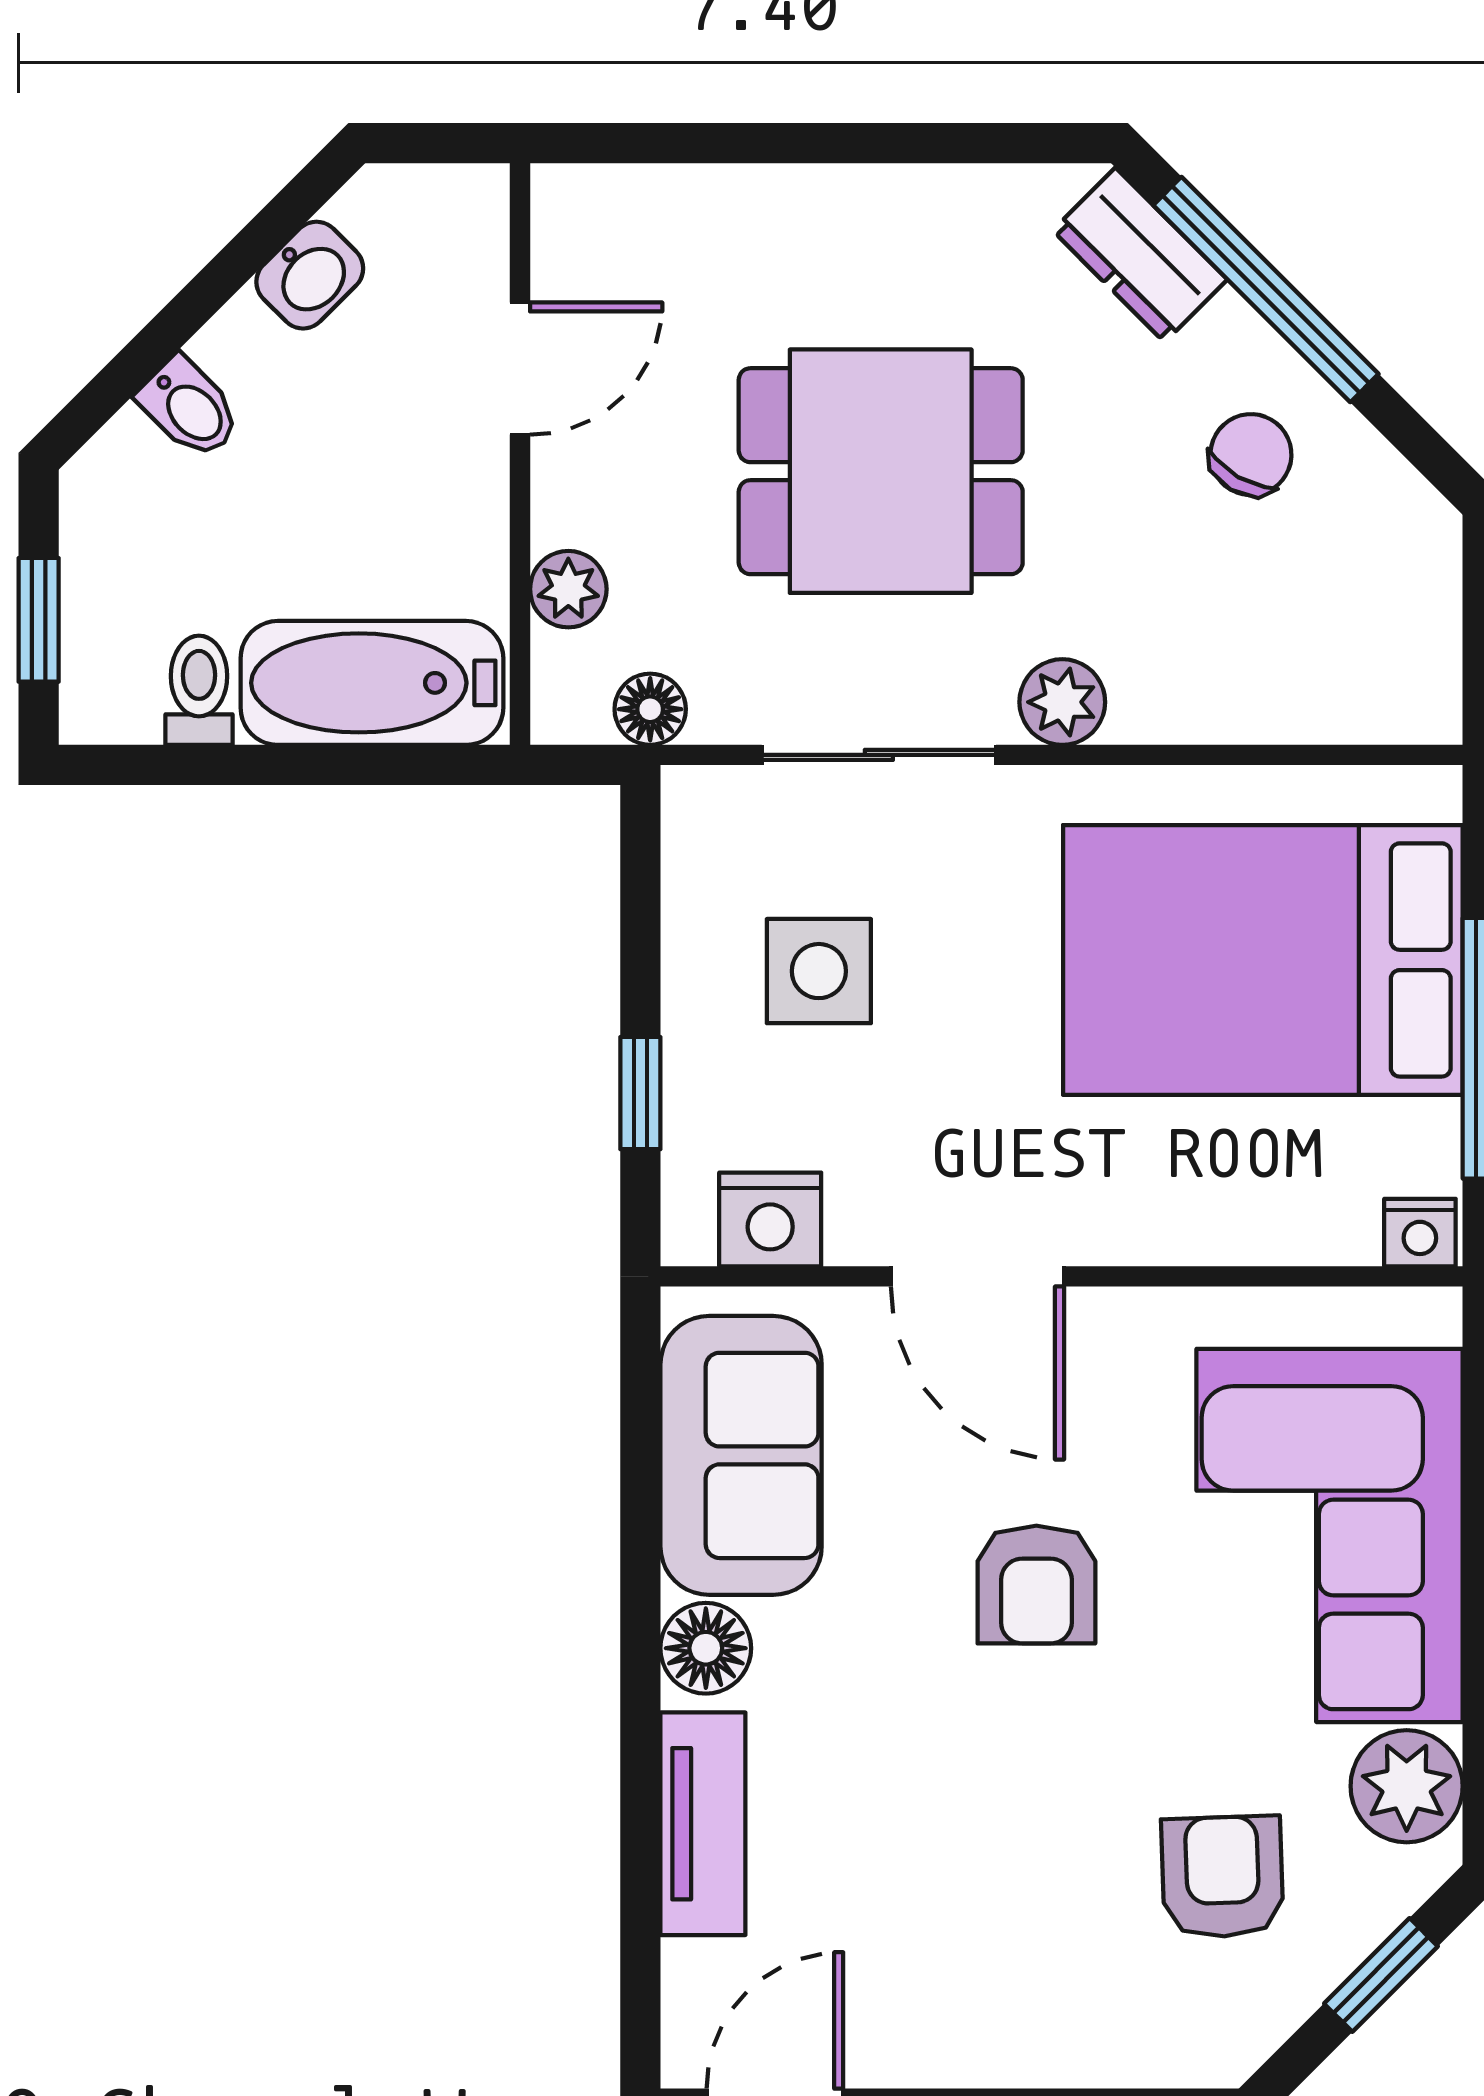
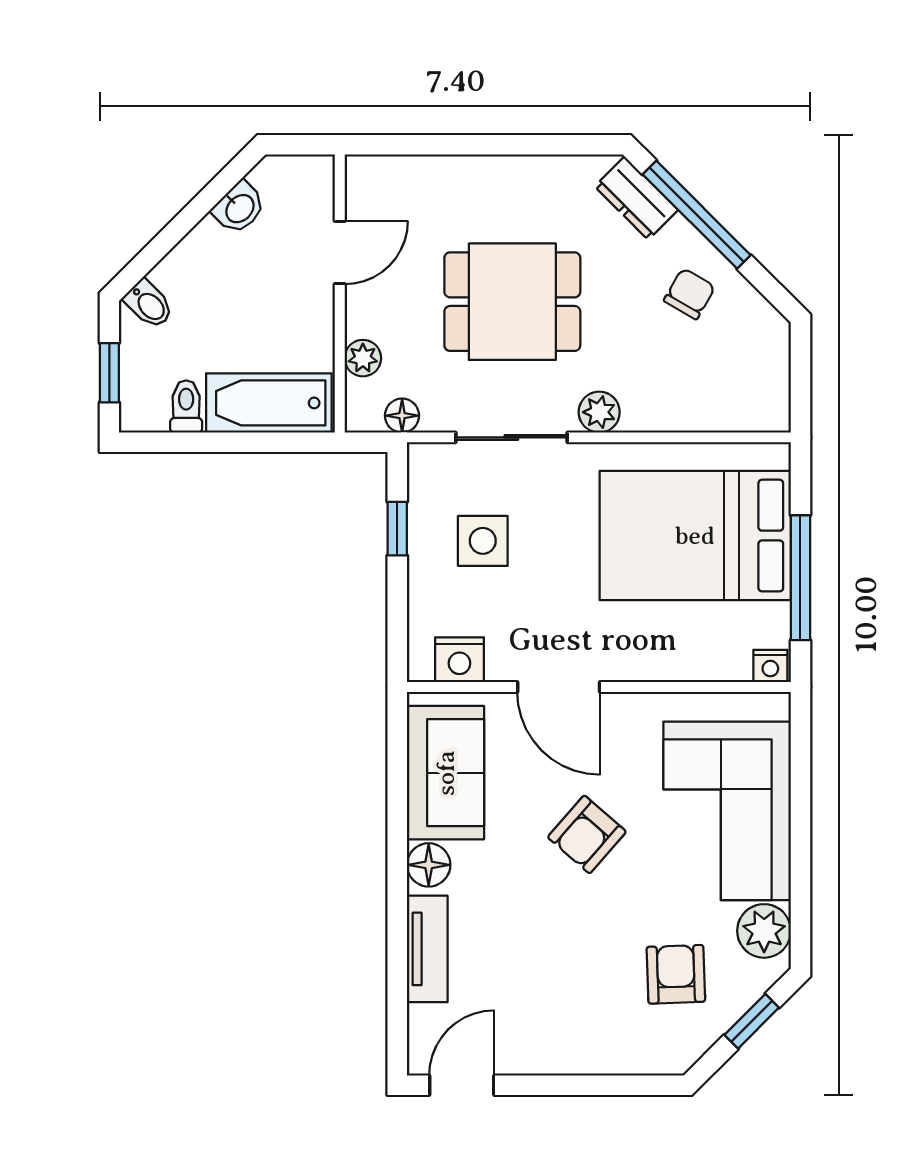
bidet: (190, 408) -> (149, 304), moved
window: (640, 1093) -> (397, 529), moved
armchair: (1036, 1585) -> (587, 834), turned 41

